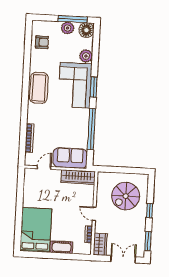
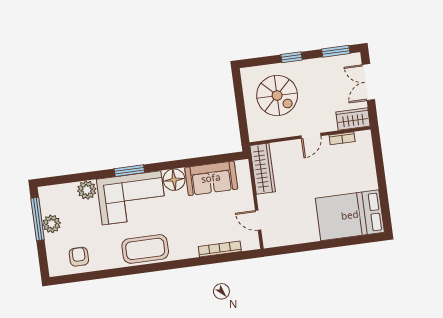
floor lamp: (86, 30) -> (174, 180), moved
window: (91, 129) -> (190, 162), removed
sofa: (70, 158) -> (211, 178), moved, turned -90
cot: (61, 247) -> (368, 174), removed

